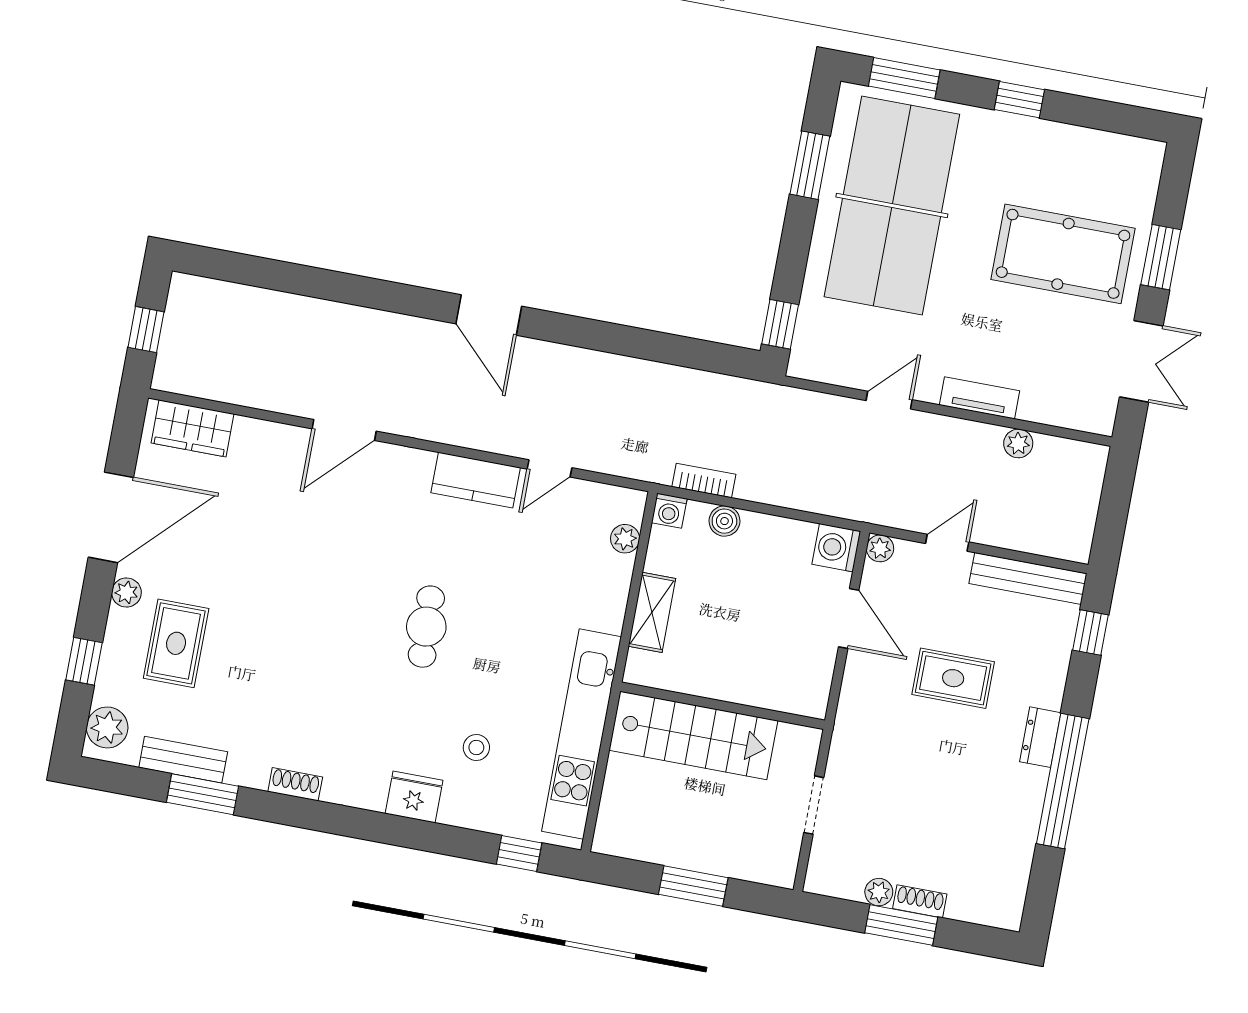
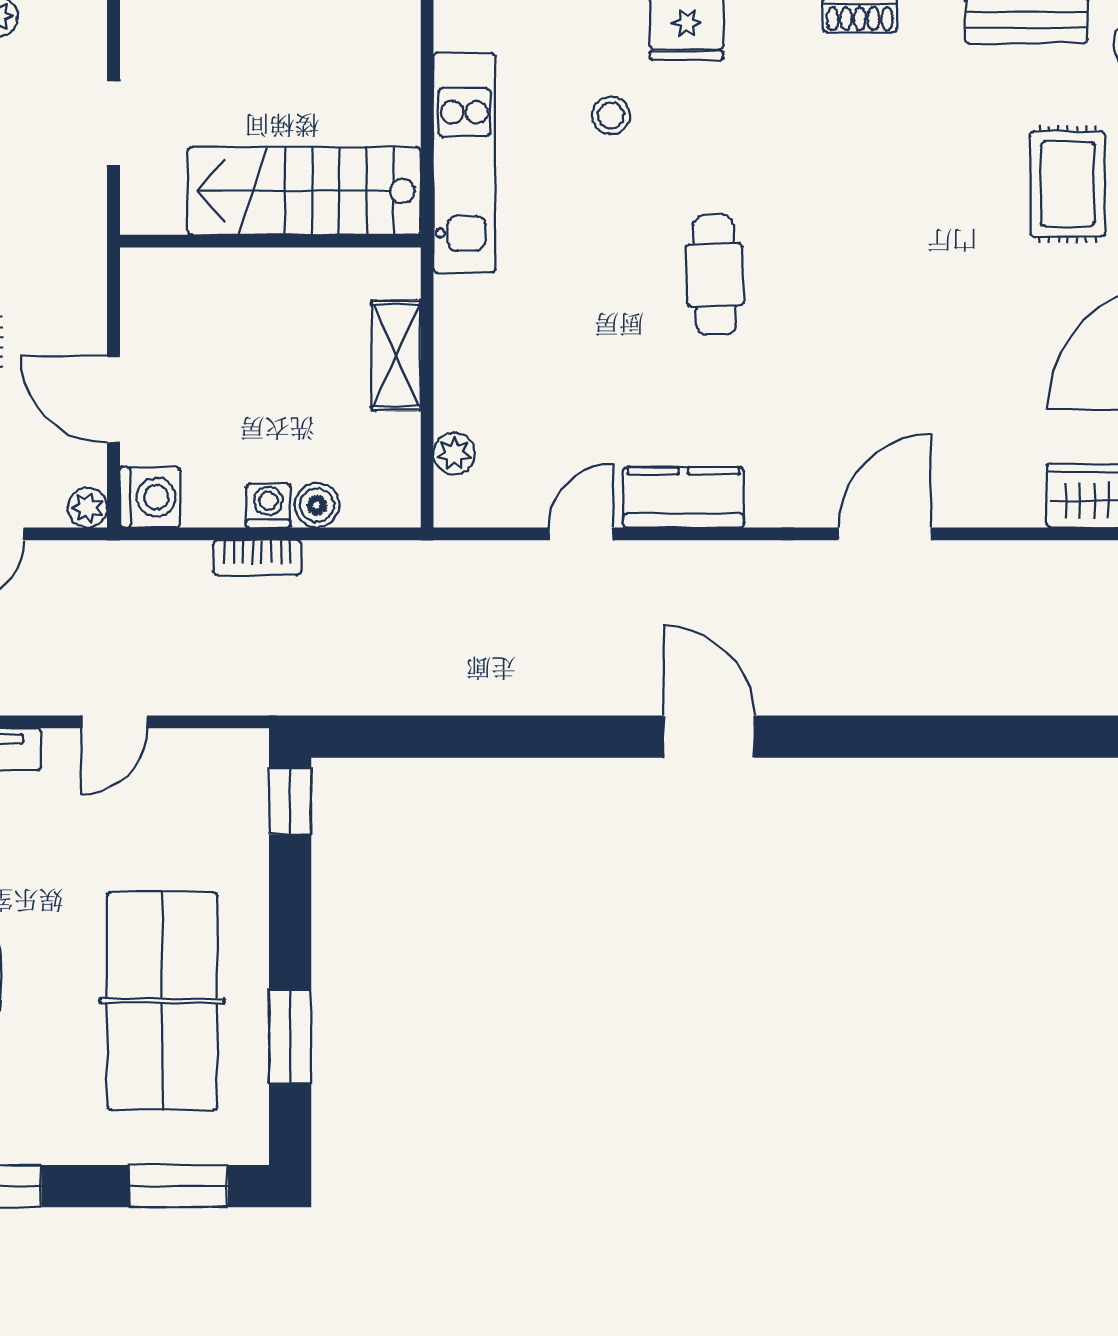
table tennis table: (892, 205) -> (162, 1001), width x0.73, depth x0.76
bookcase: (704, 481) -> (257, 558), moved
washing machine: (669, 511) -> (268, 505), moved
kitchen unit: (581, 734) -> (464, 163), width x0.73

